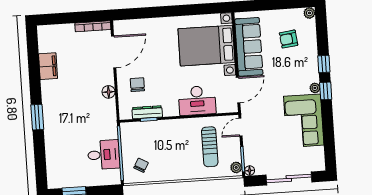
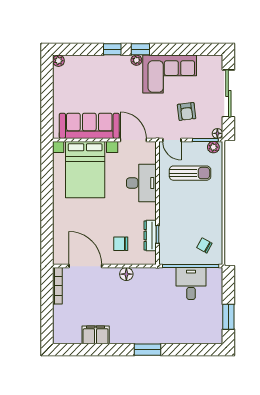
armchair: (289, 39) -> (187, 112), moved

